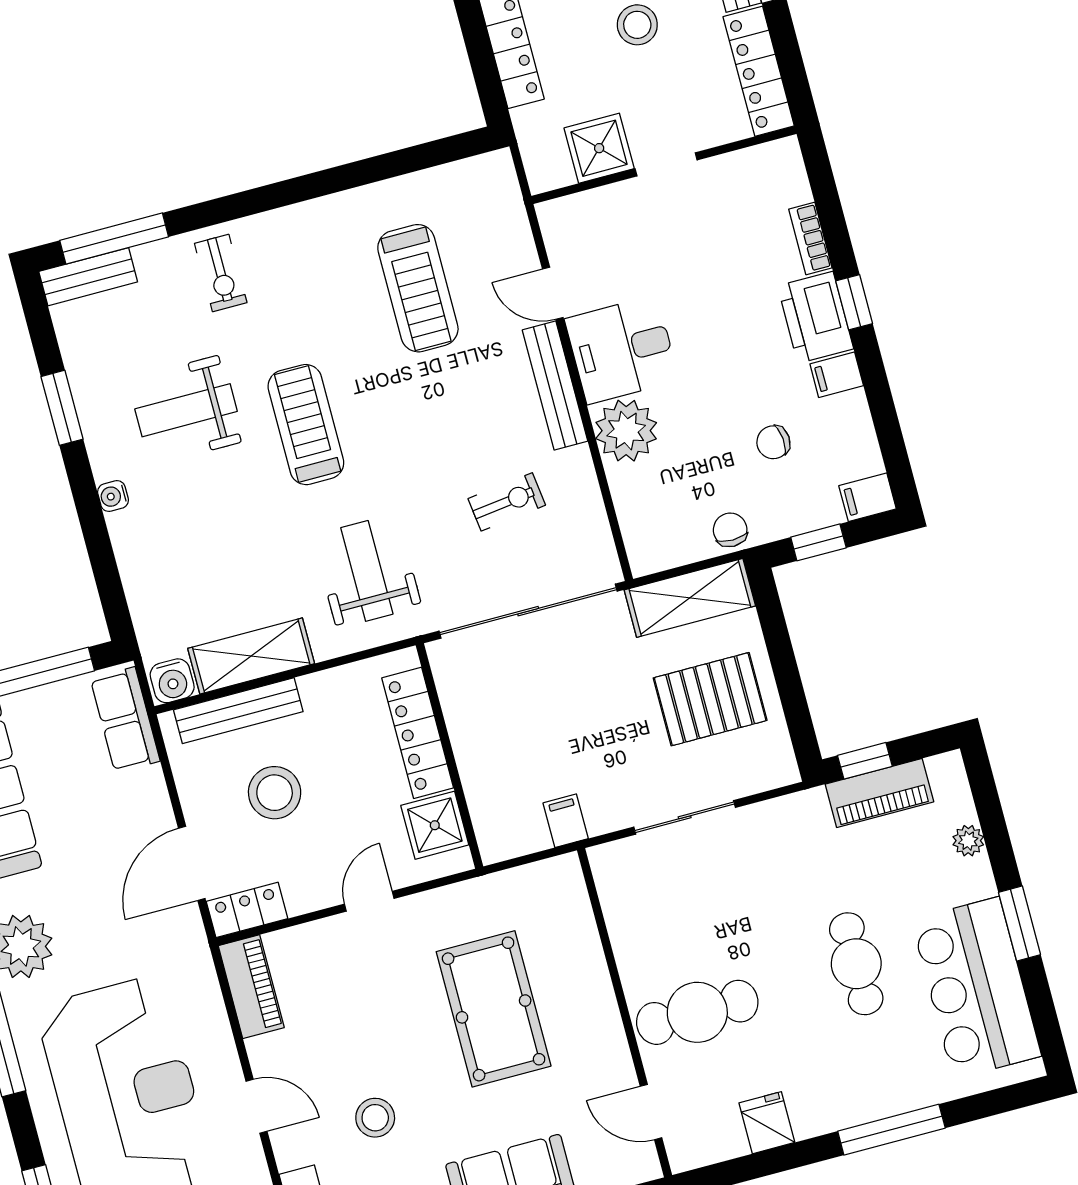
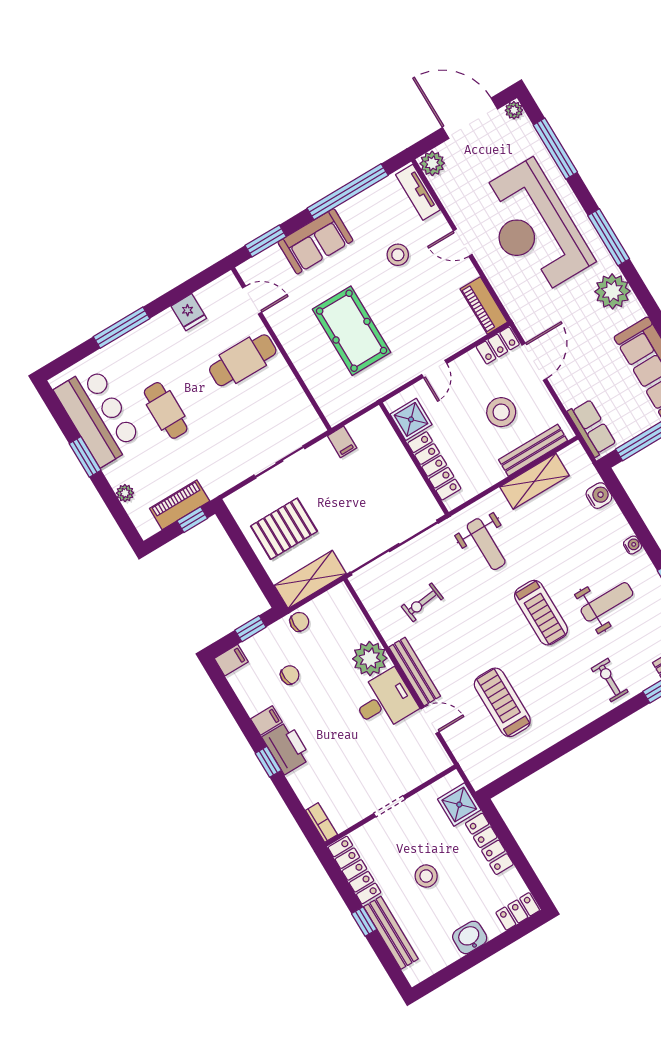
shower: (599, 148) -> (459, 805), moved
bookcase: (810, 239) -> (321, 822), moved
chair: (730, 530) -> (299, 622), turned -90
water cooler: (172, 681) -> (599, 496), moved, turned 90

